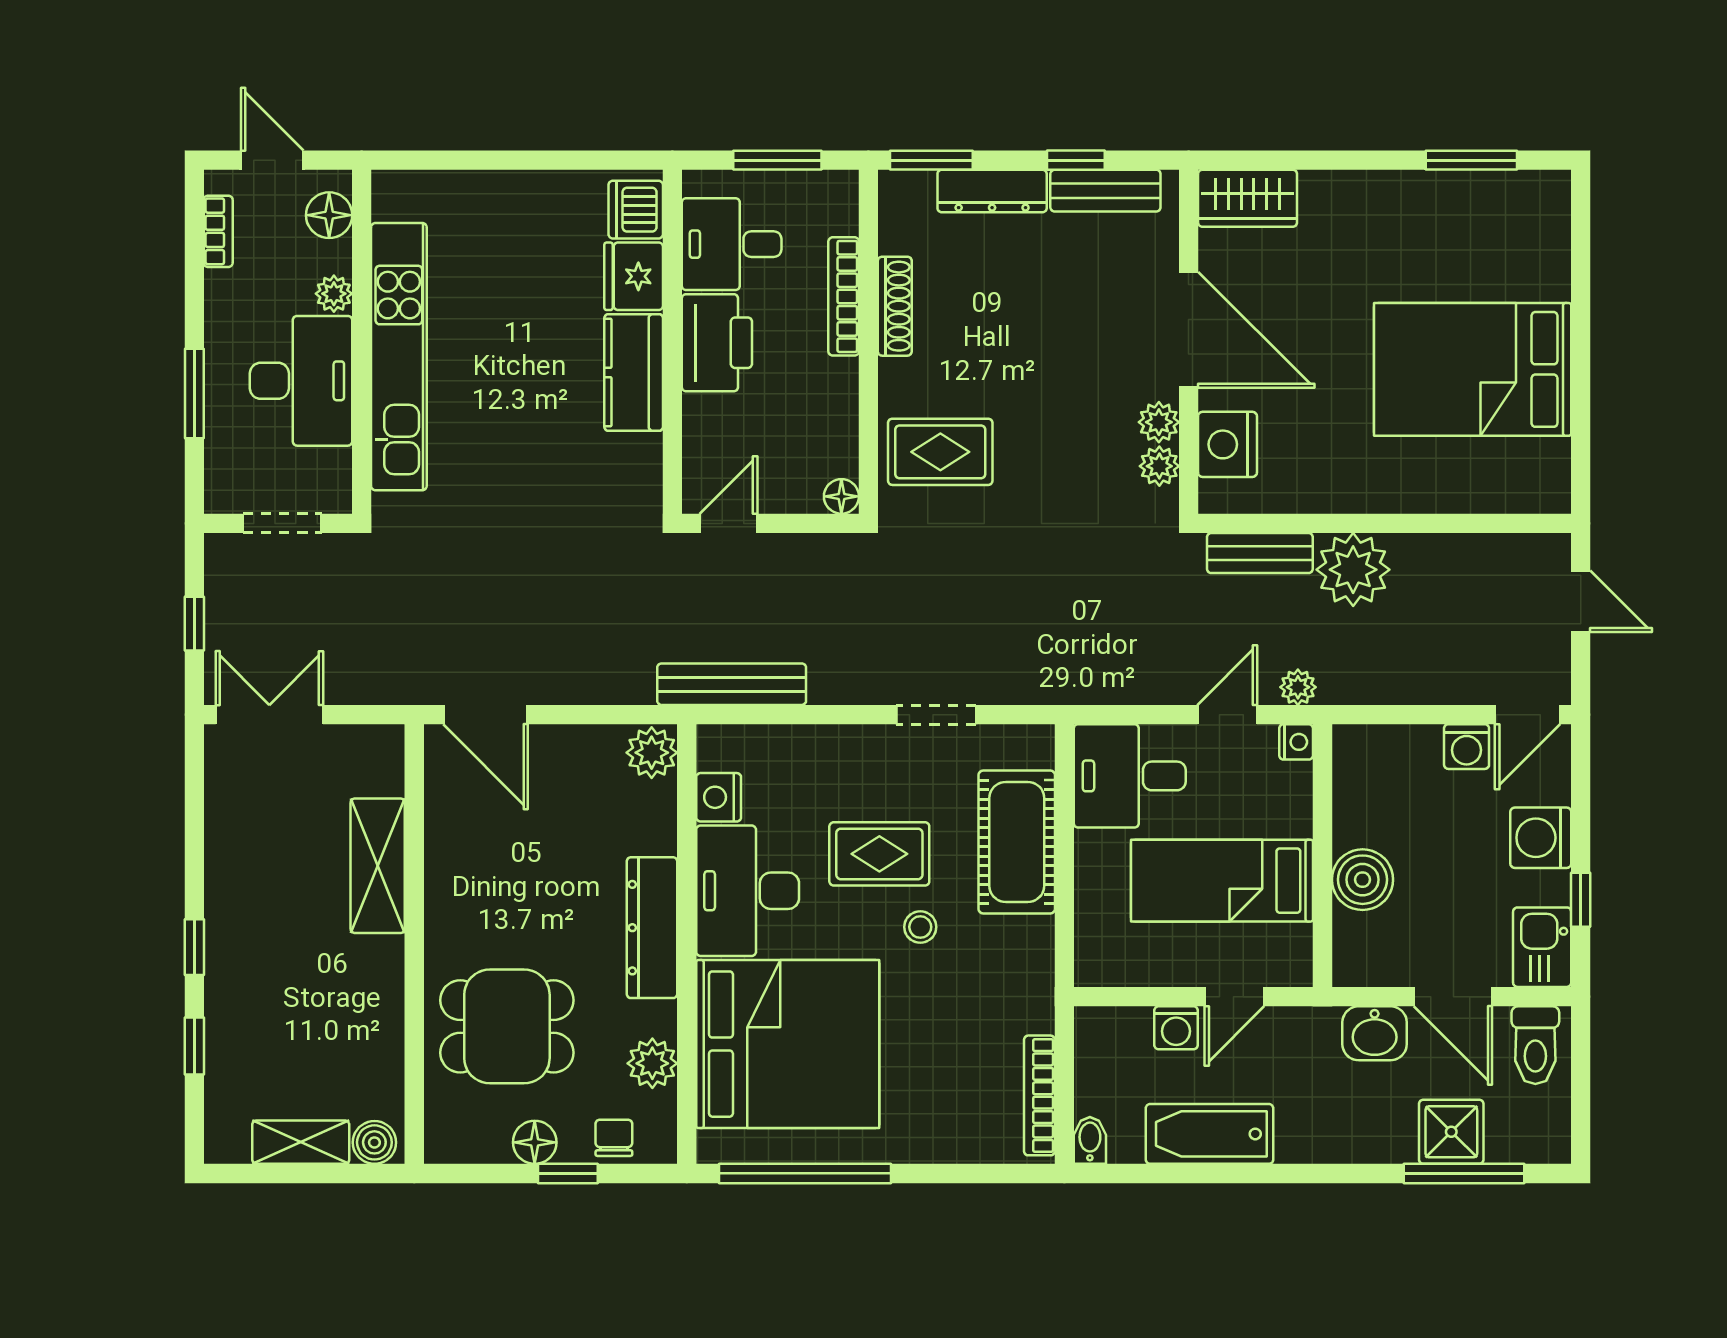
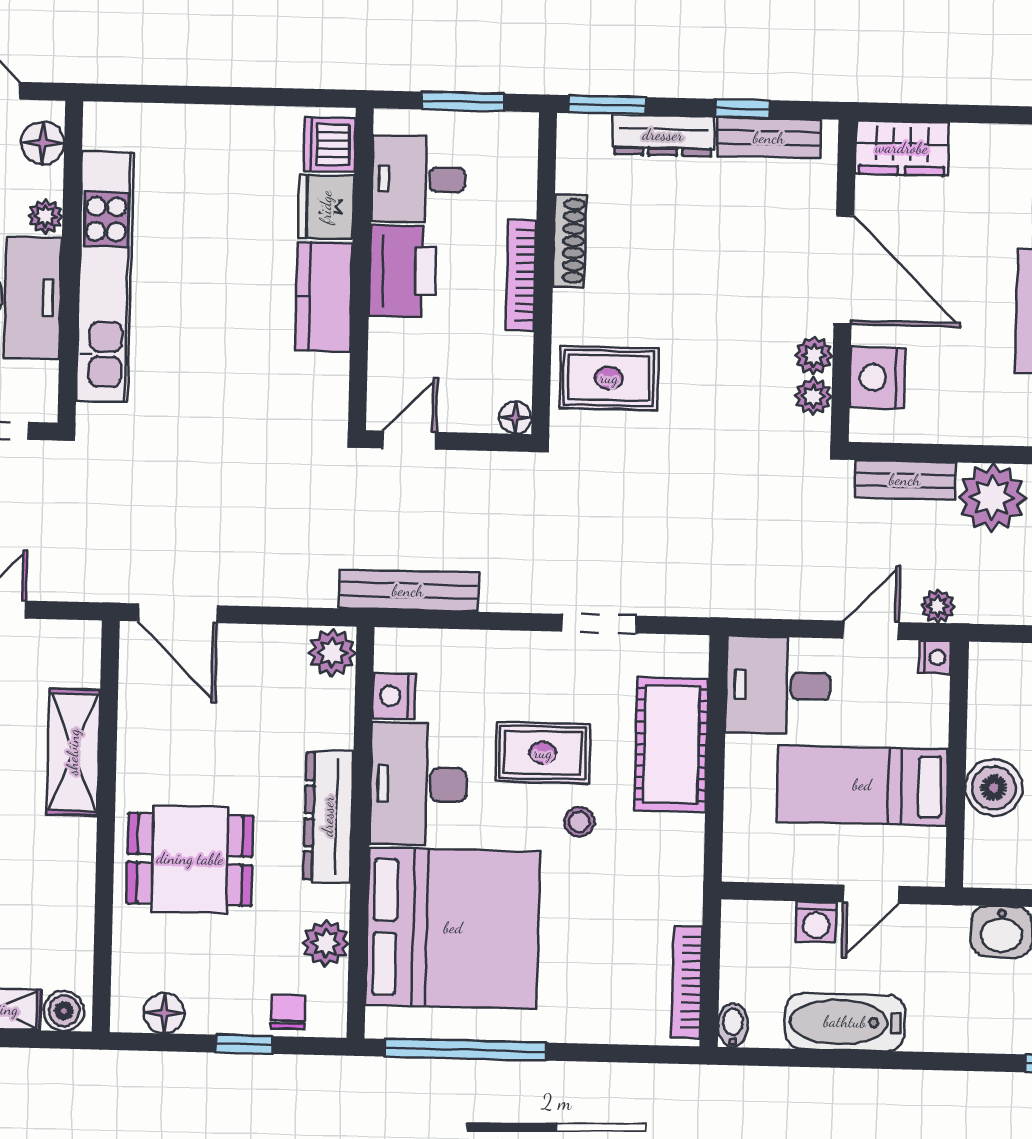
bookcase: (844, 296) -> (521, 275), moved
dining table: (507, 1026) -> (190, 859), moved
floor lamp: (535, 1142) -> (164, 1013), moved

